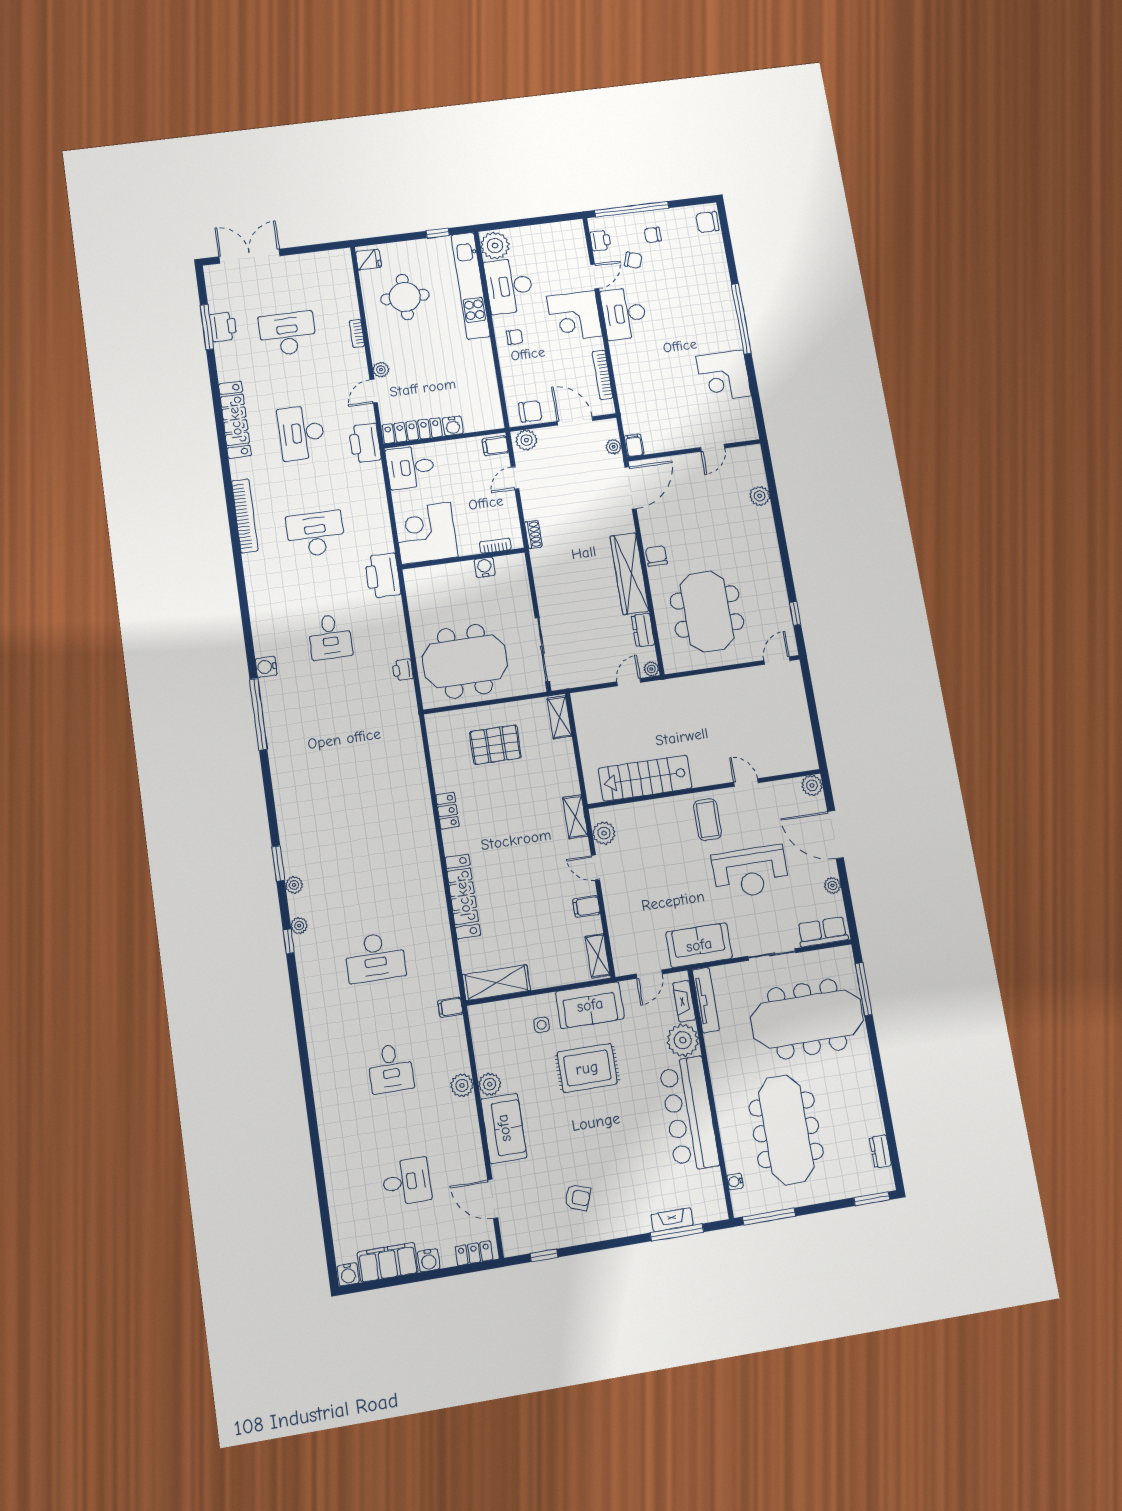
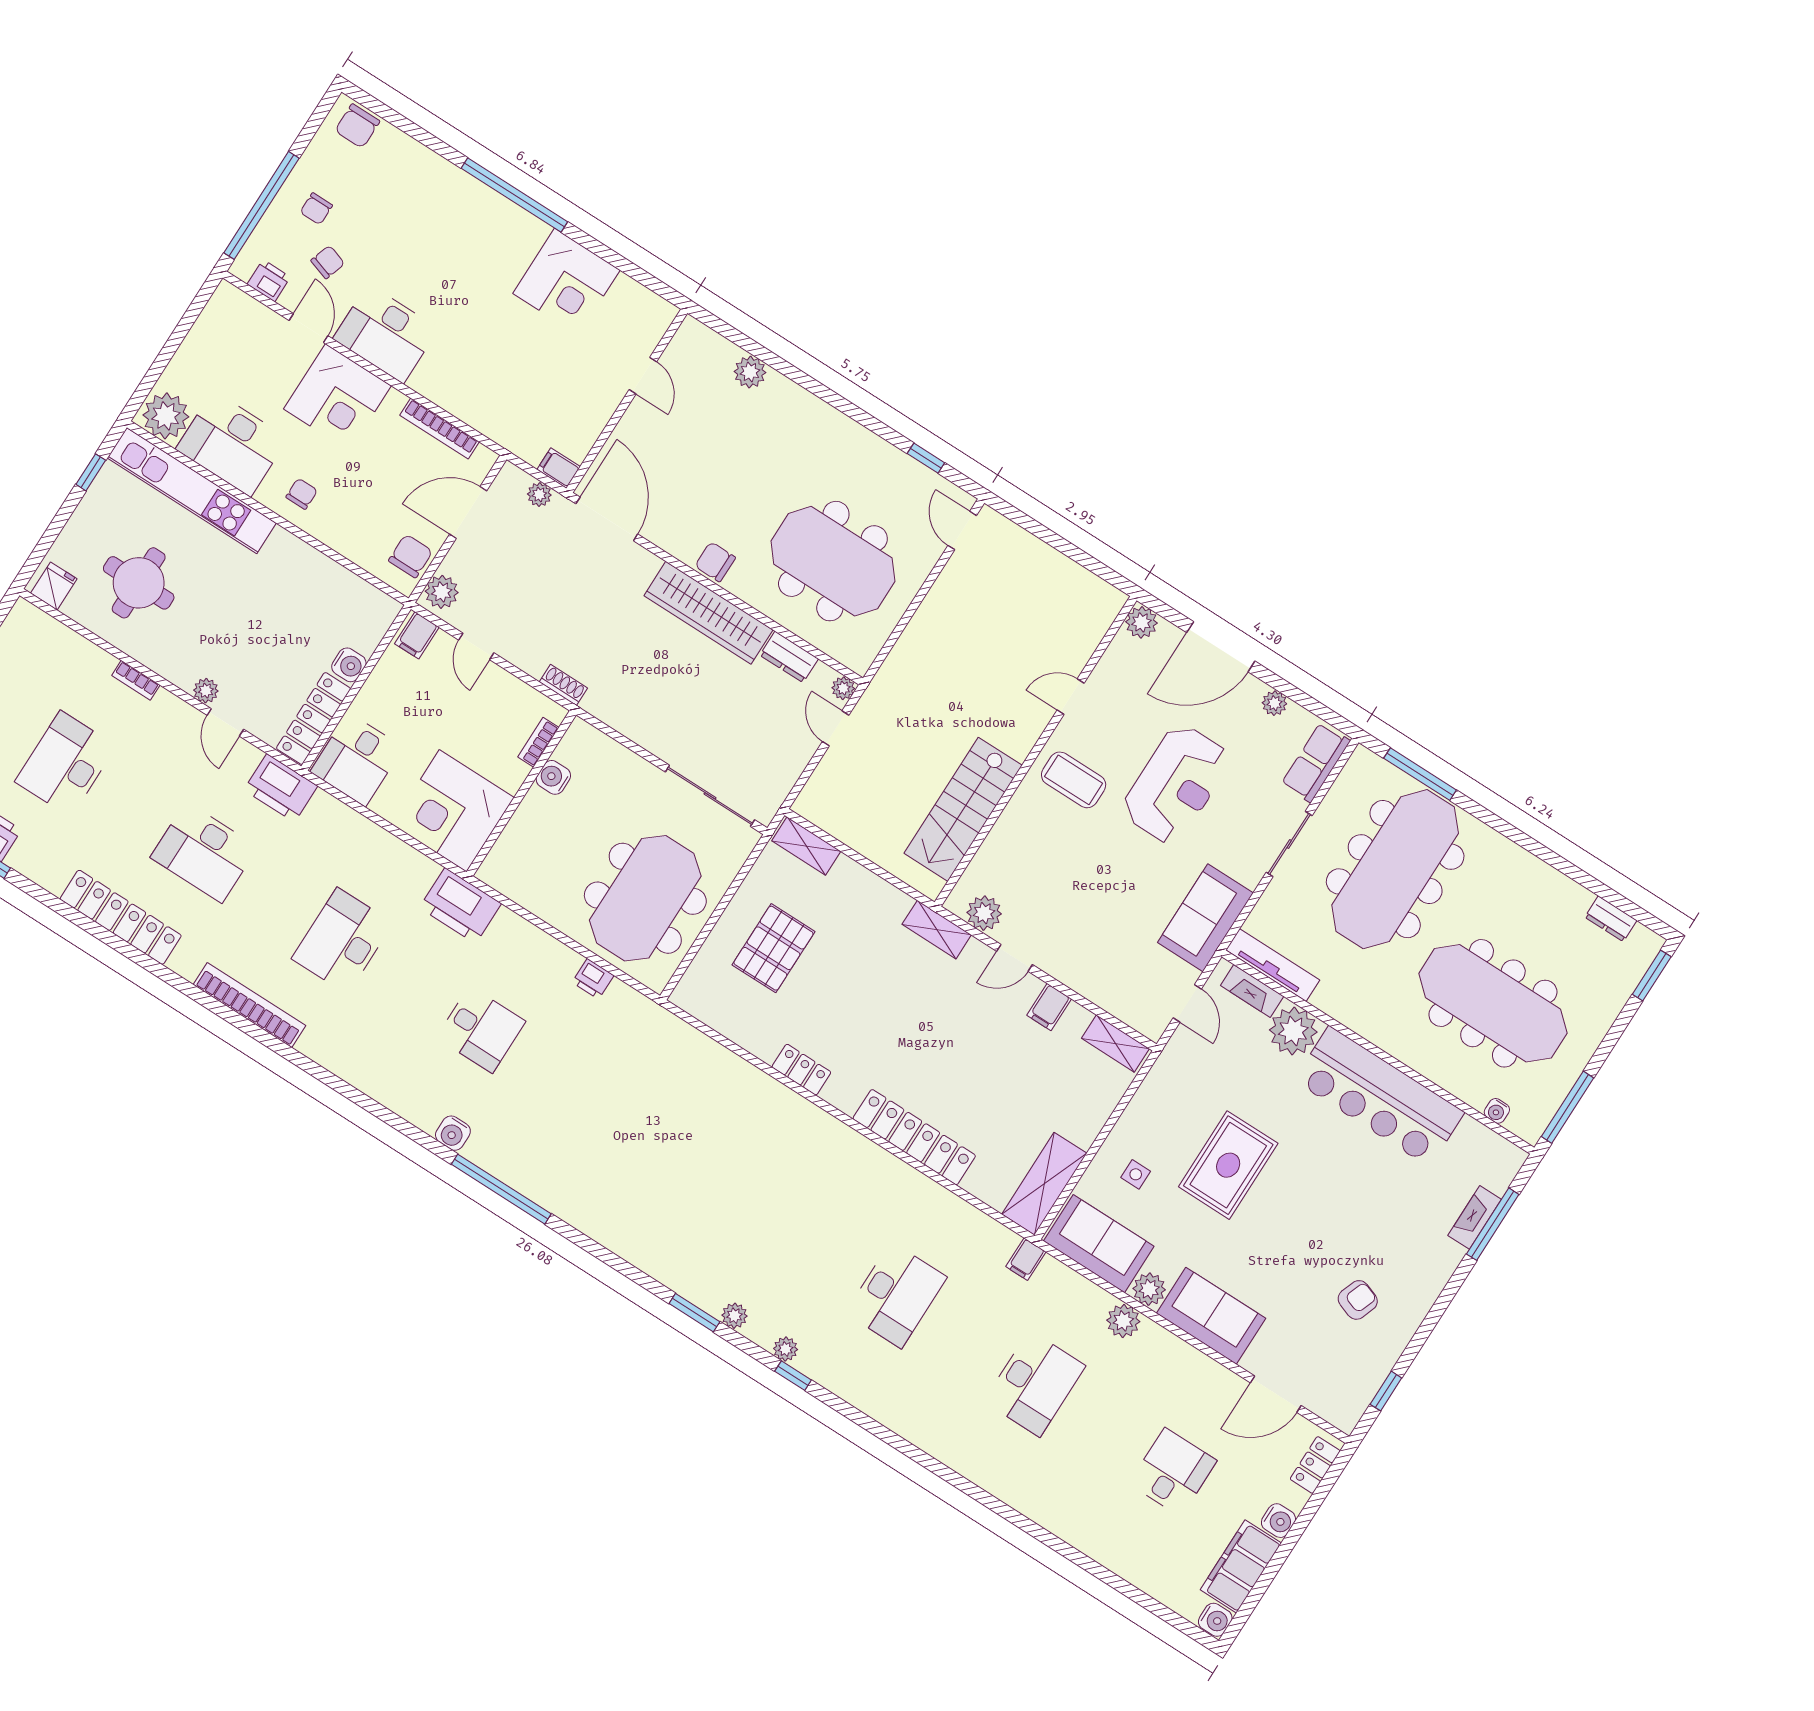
sofa: (590, 1005) -> (1099, 1244), moved, turned -90
desk: (391, 1068) -> (1035, 1384), width x1.37

